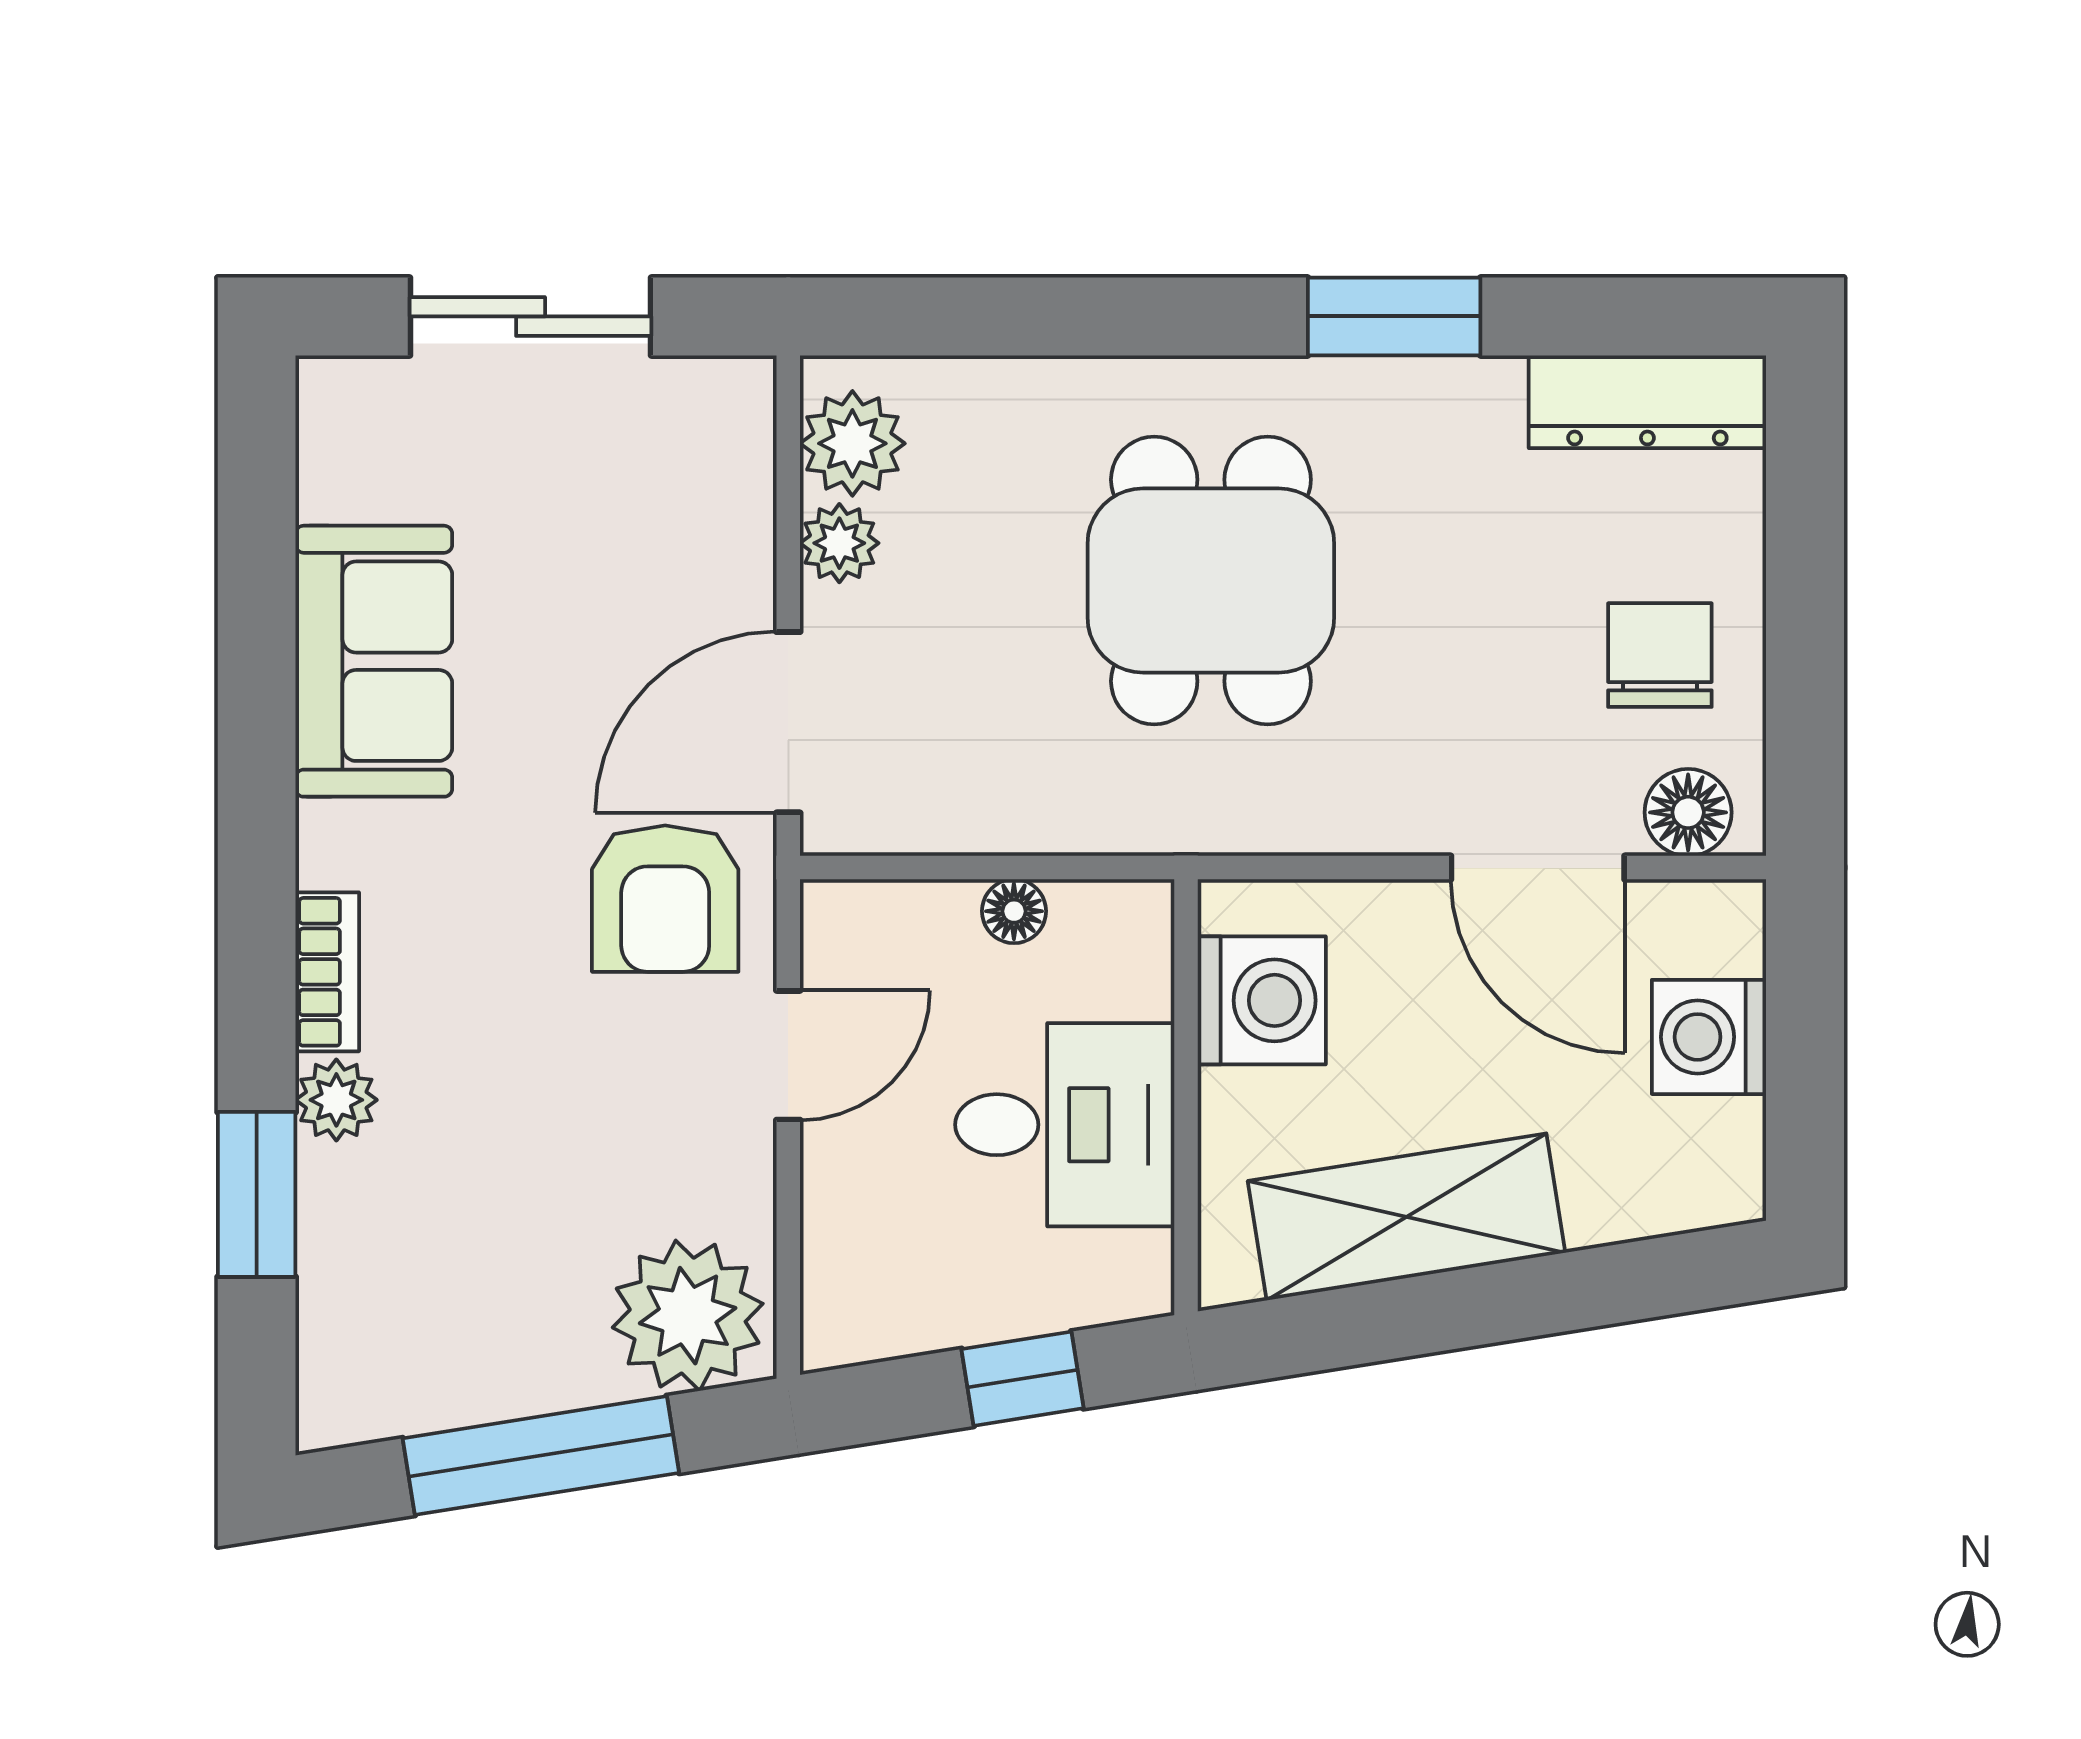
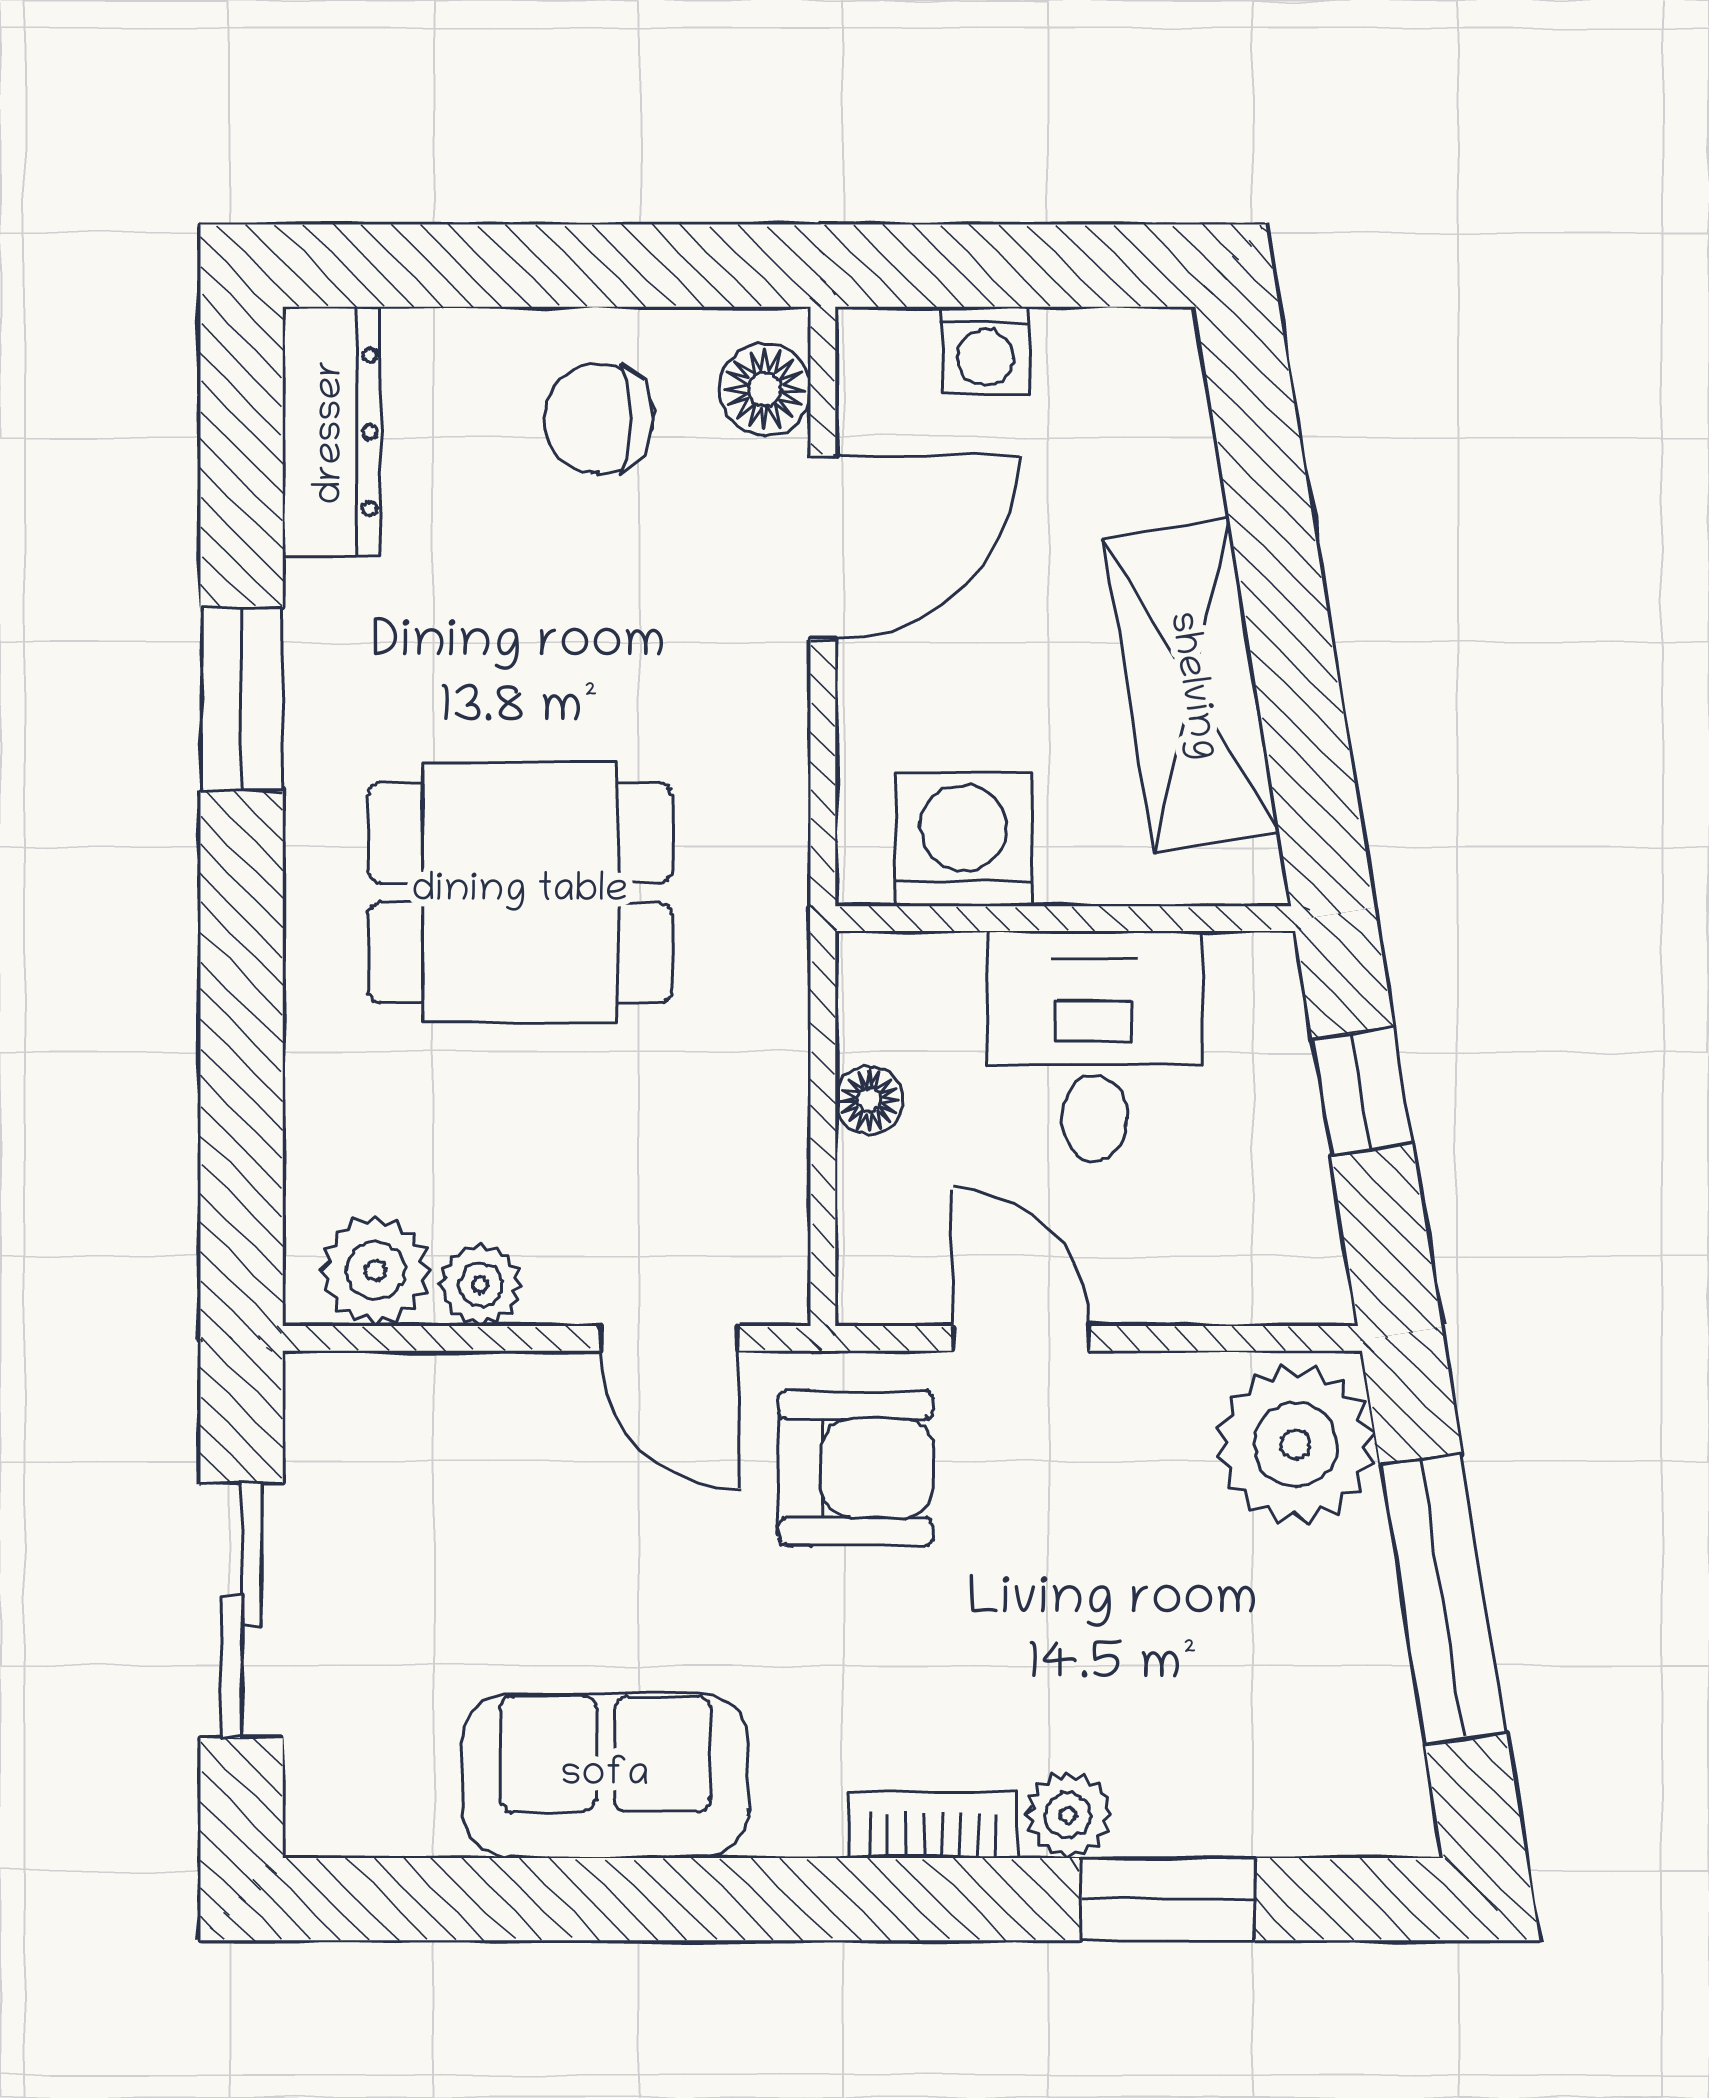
door: (788, 722) -> (670, 1338), width x0.73
washing machine: (1709, 1037) -> (985, 350), width x0.73, depth x0.73

